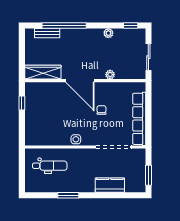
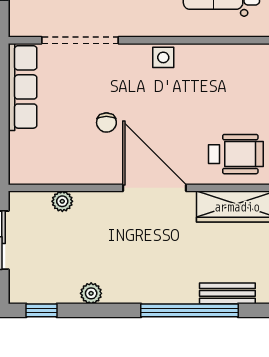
plant: (110, 75) -> (62, 201), moved
wheelchair: (43, 96) -> (236, 154), added
row of seats: (139, 119) -> (23, 87), width x0.73

